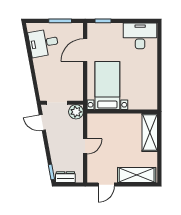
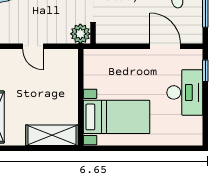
desk: (140, 36) -> (185, 92), moved
bed with nightstands: (107, 86) -> (117, 117), moved

